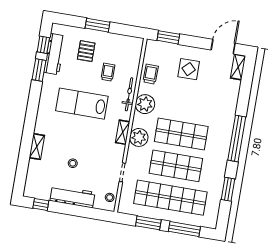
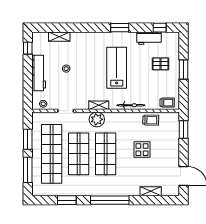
workbench: (54, 54) -> (149, 38), width x0.73
shelving: (238, 67) -> (151, 191), moved
display table: (189, 69) -> (142, 150), moved
window: (39, 70) -> (120, 28), moved
trolley: (108, 72) -> (167, 103), moved
plant: (145, 104) -> (125, 120), removed
shelving: (37, 147) -> (59, 37), moved

